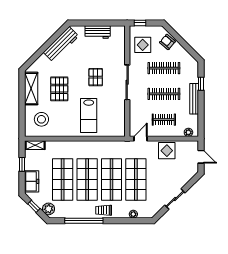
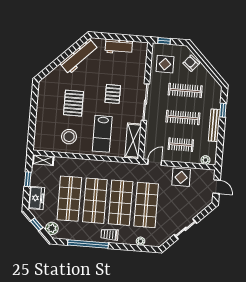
shelving: (31, 89) -> (133, 141), moved
stool: (41, 119) -> (69, 137), moved

